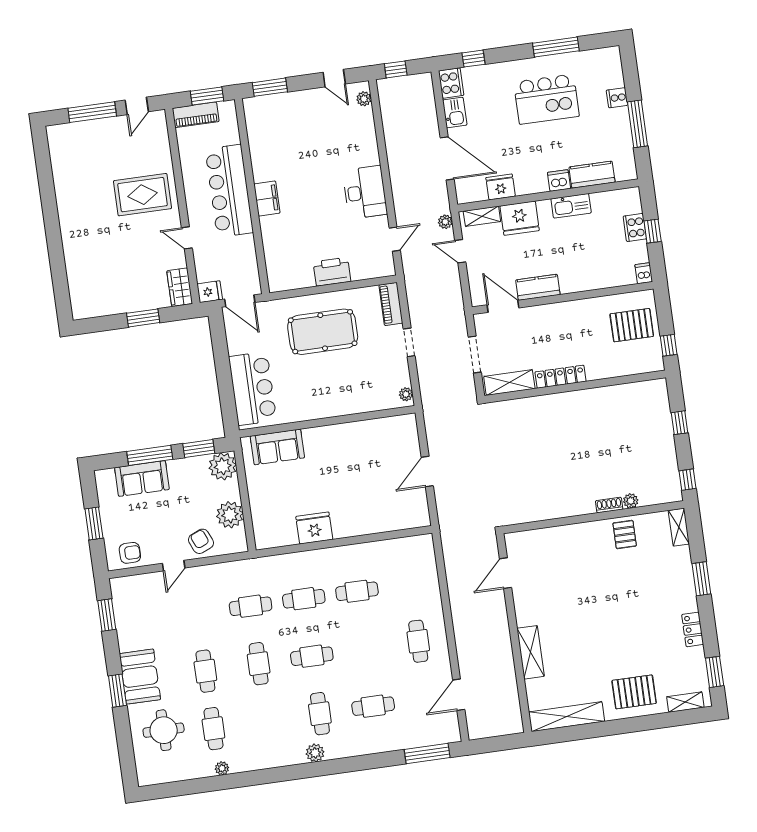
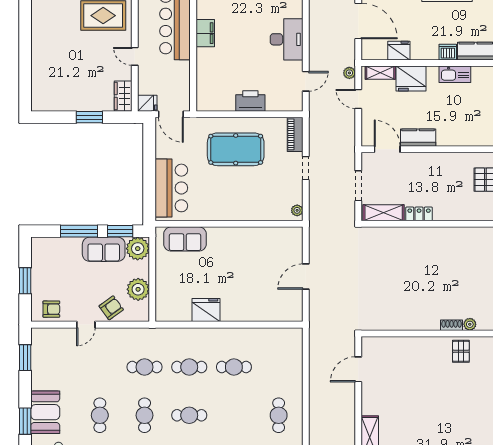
locker: (560, 377) -> (419, 214), width x0.66
sofa: (142, 478) -> (104, 249), moved
armchair: (201, 541) -> (111, 308), turned 77

